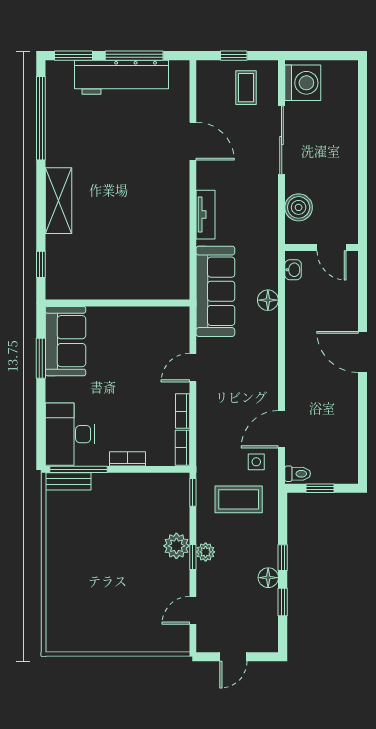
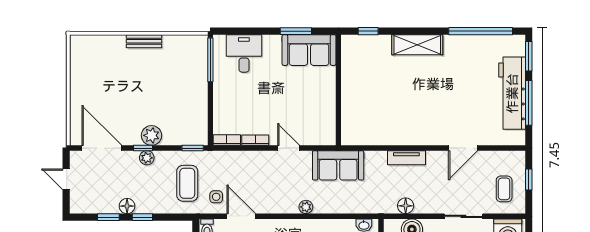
coffee table: (246, 88) -> (504, 189), turned 90
sliding door: (282, 140) -> (463, 216), width x0.73
sofa: (215, 291) -> (338, 165), width x0.73
floor lamp: (268, 300) -> (406, 206), moved
plant: (269, 345) -> (306, 207), added
desk: (70, 434) -> (244, 53), width x0.73
bookcase: (127, 459) -> (218, 98), removed
bench: (68, 481) -> (144, 41), moved, turned 90
door: (193, 610) -> (102, 148), width x1.87

